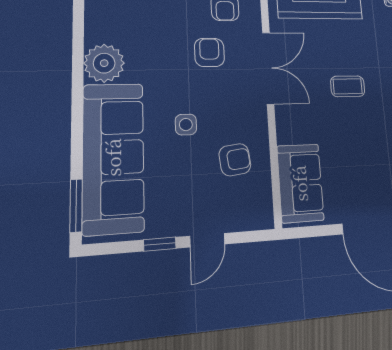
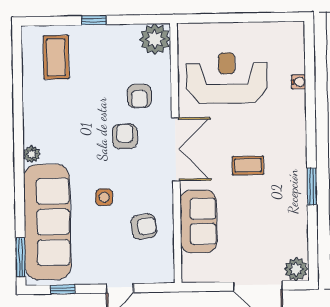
plant: (104, 63) -> (32, 154), width x0.53, depth x0.53
sofa: (300, 183) -> (198, 221), moved
window: (160, 244) -> (63, 289), moved

